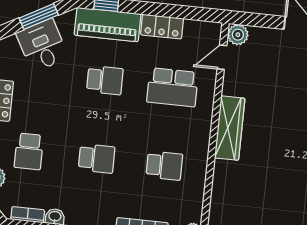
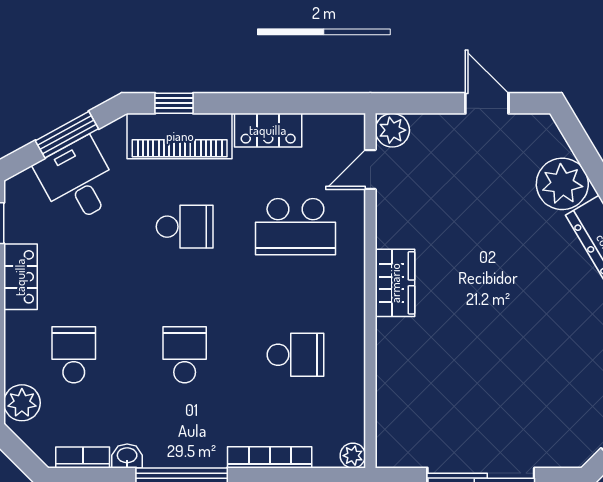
wardrobe: (230, 128) -> (395, 283), width x0.67
school desk: (29, 151) -> (74, 355), turned 180
school desk: (97, 158) -> (185, 355), turned -90

